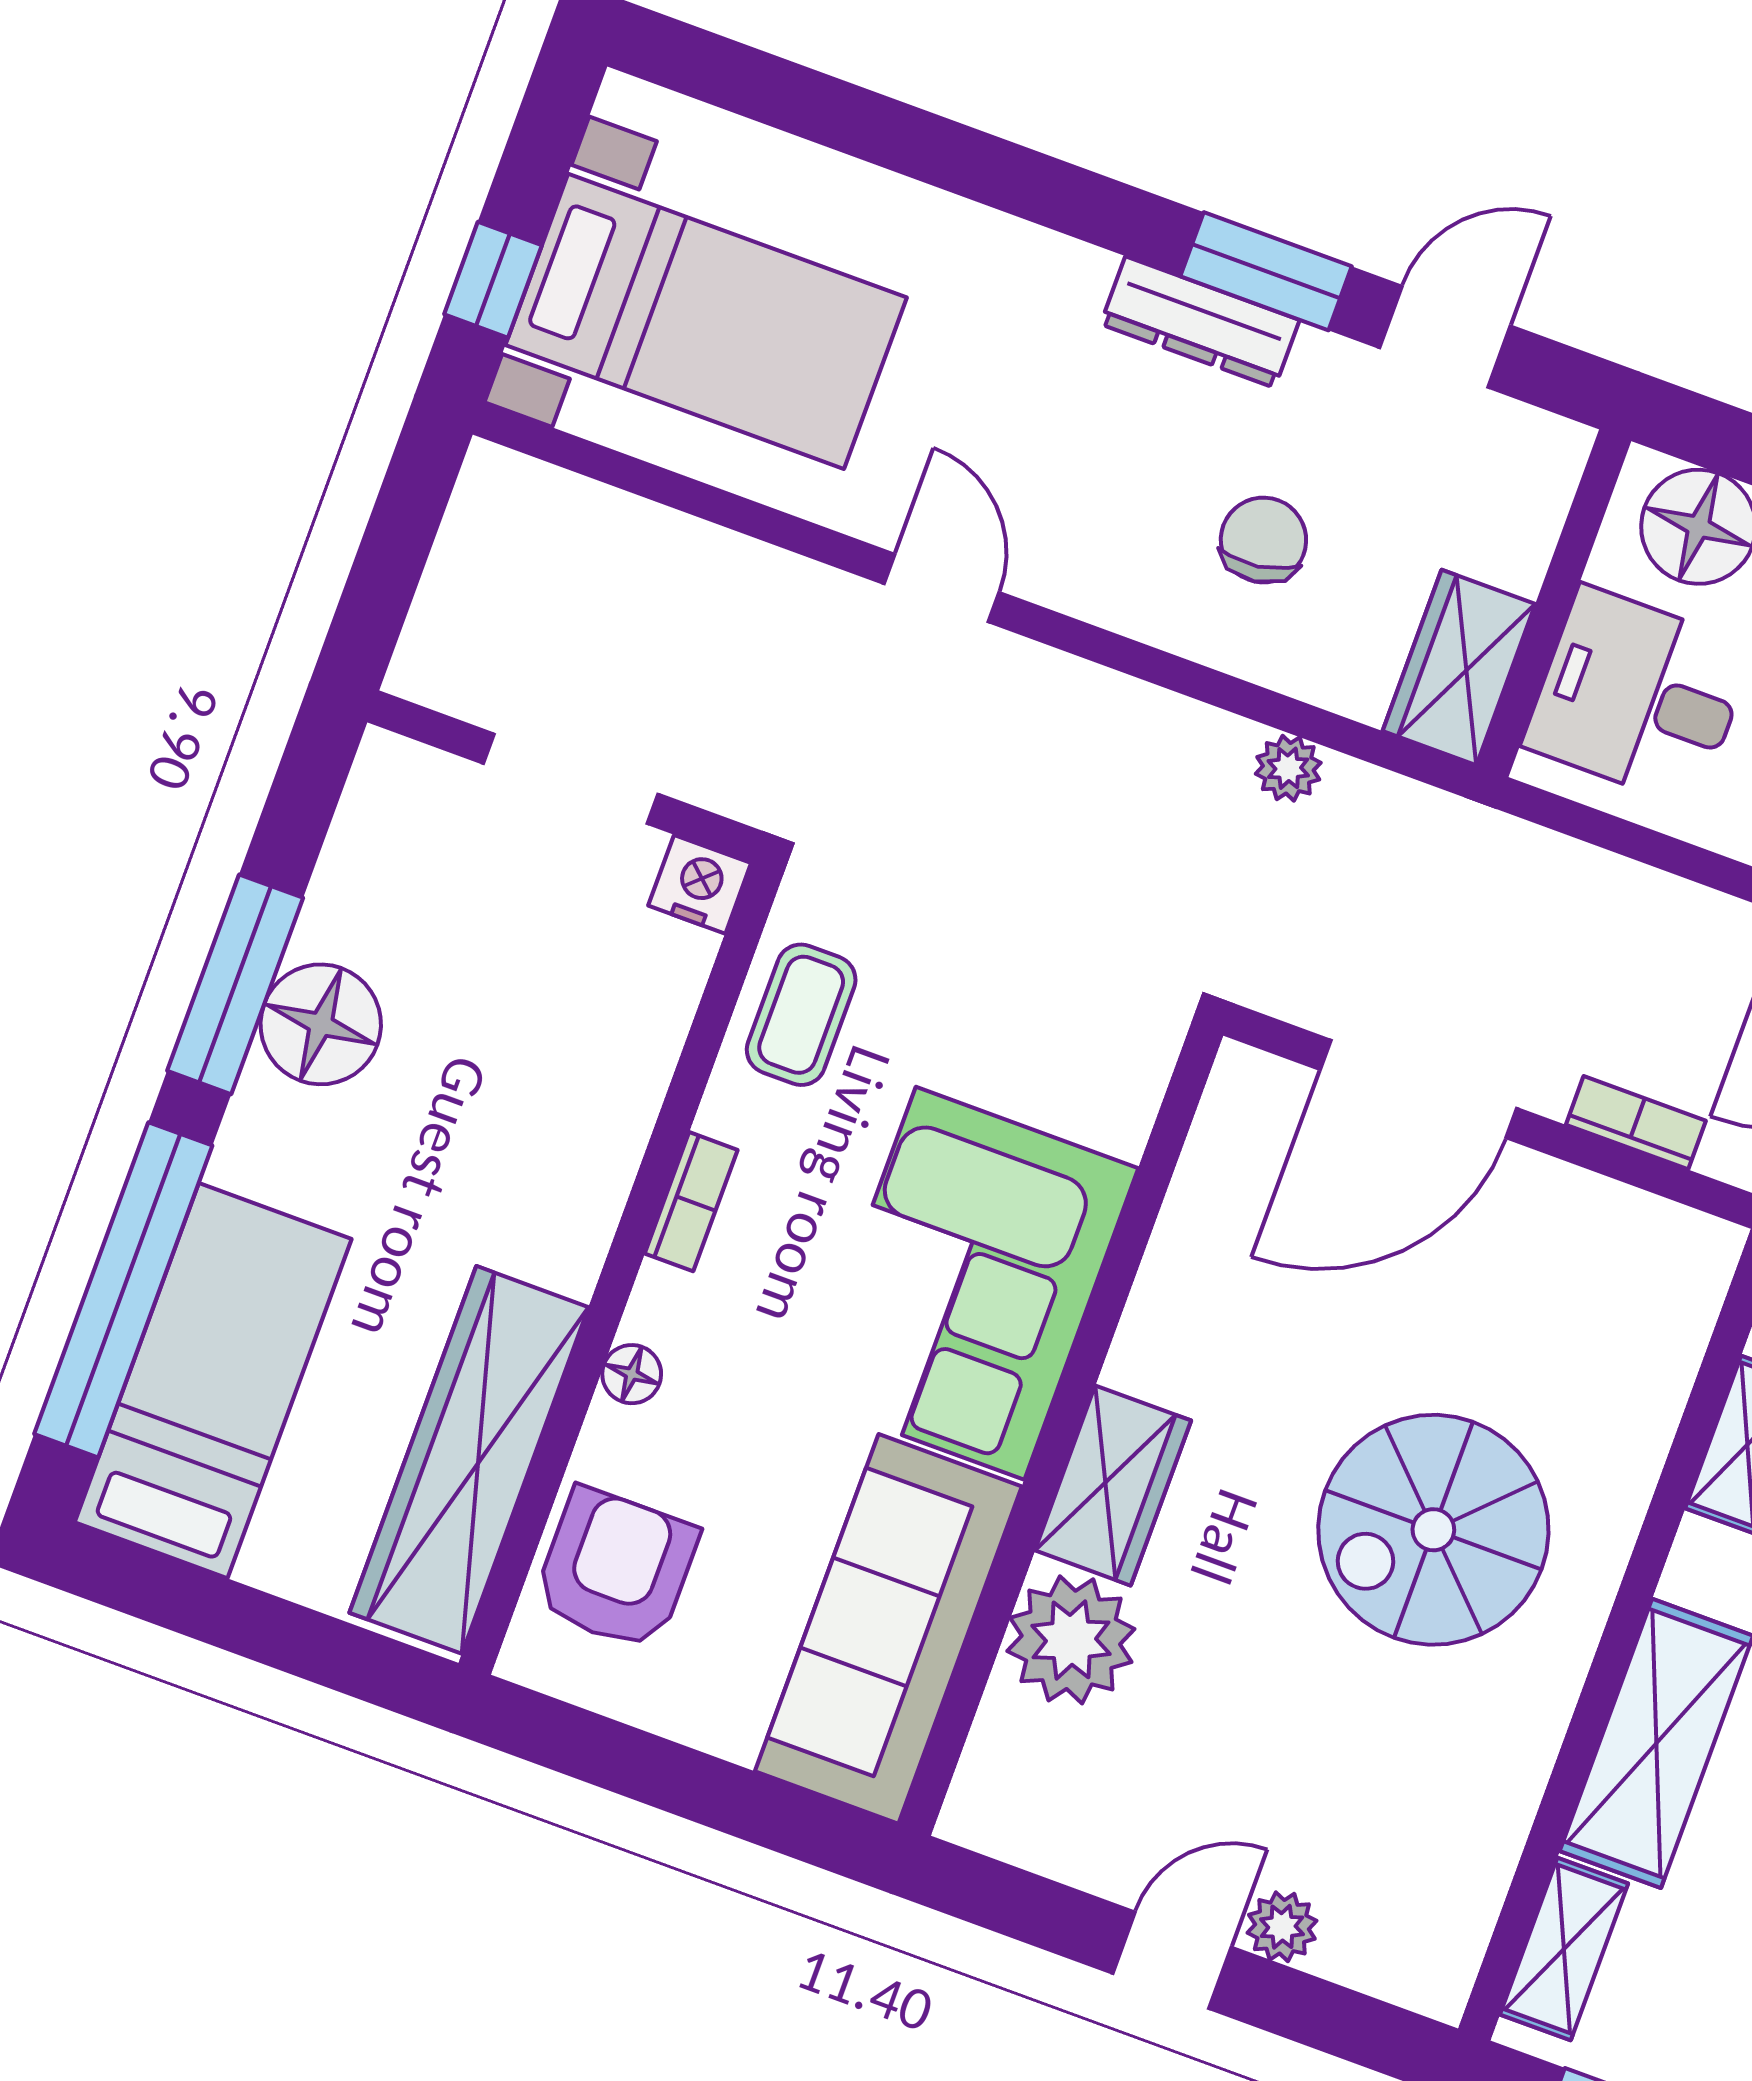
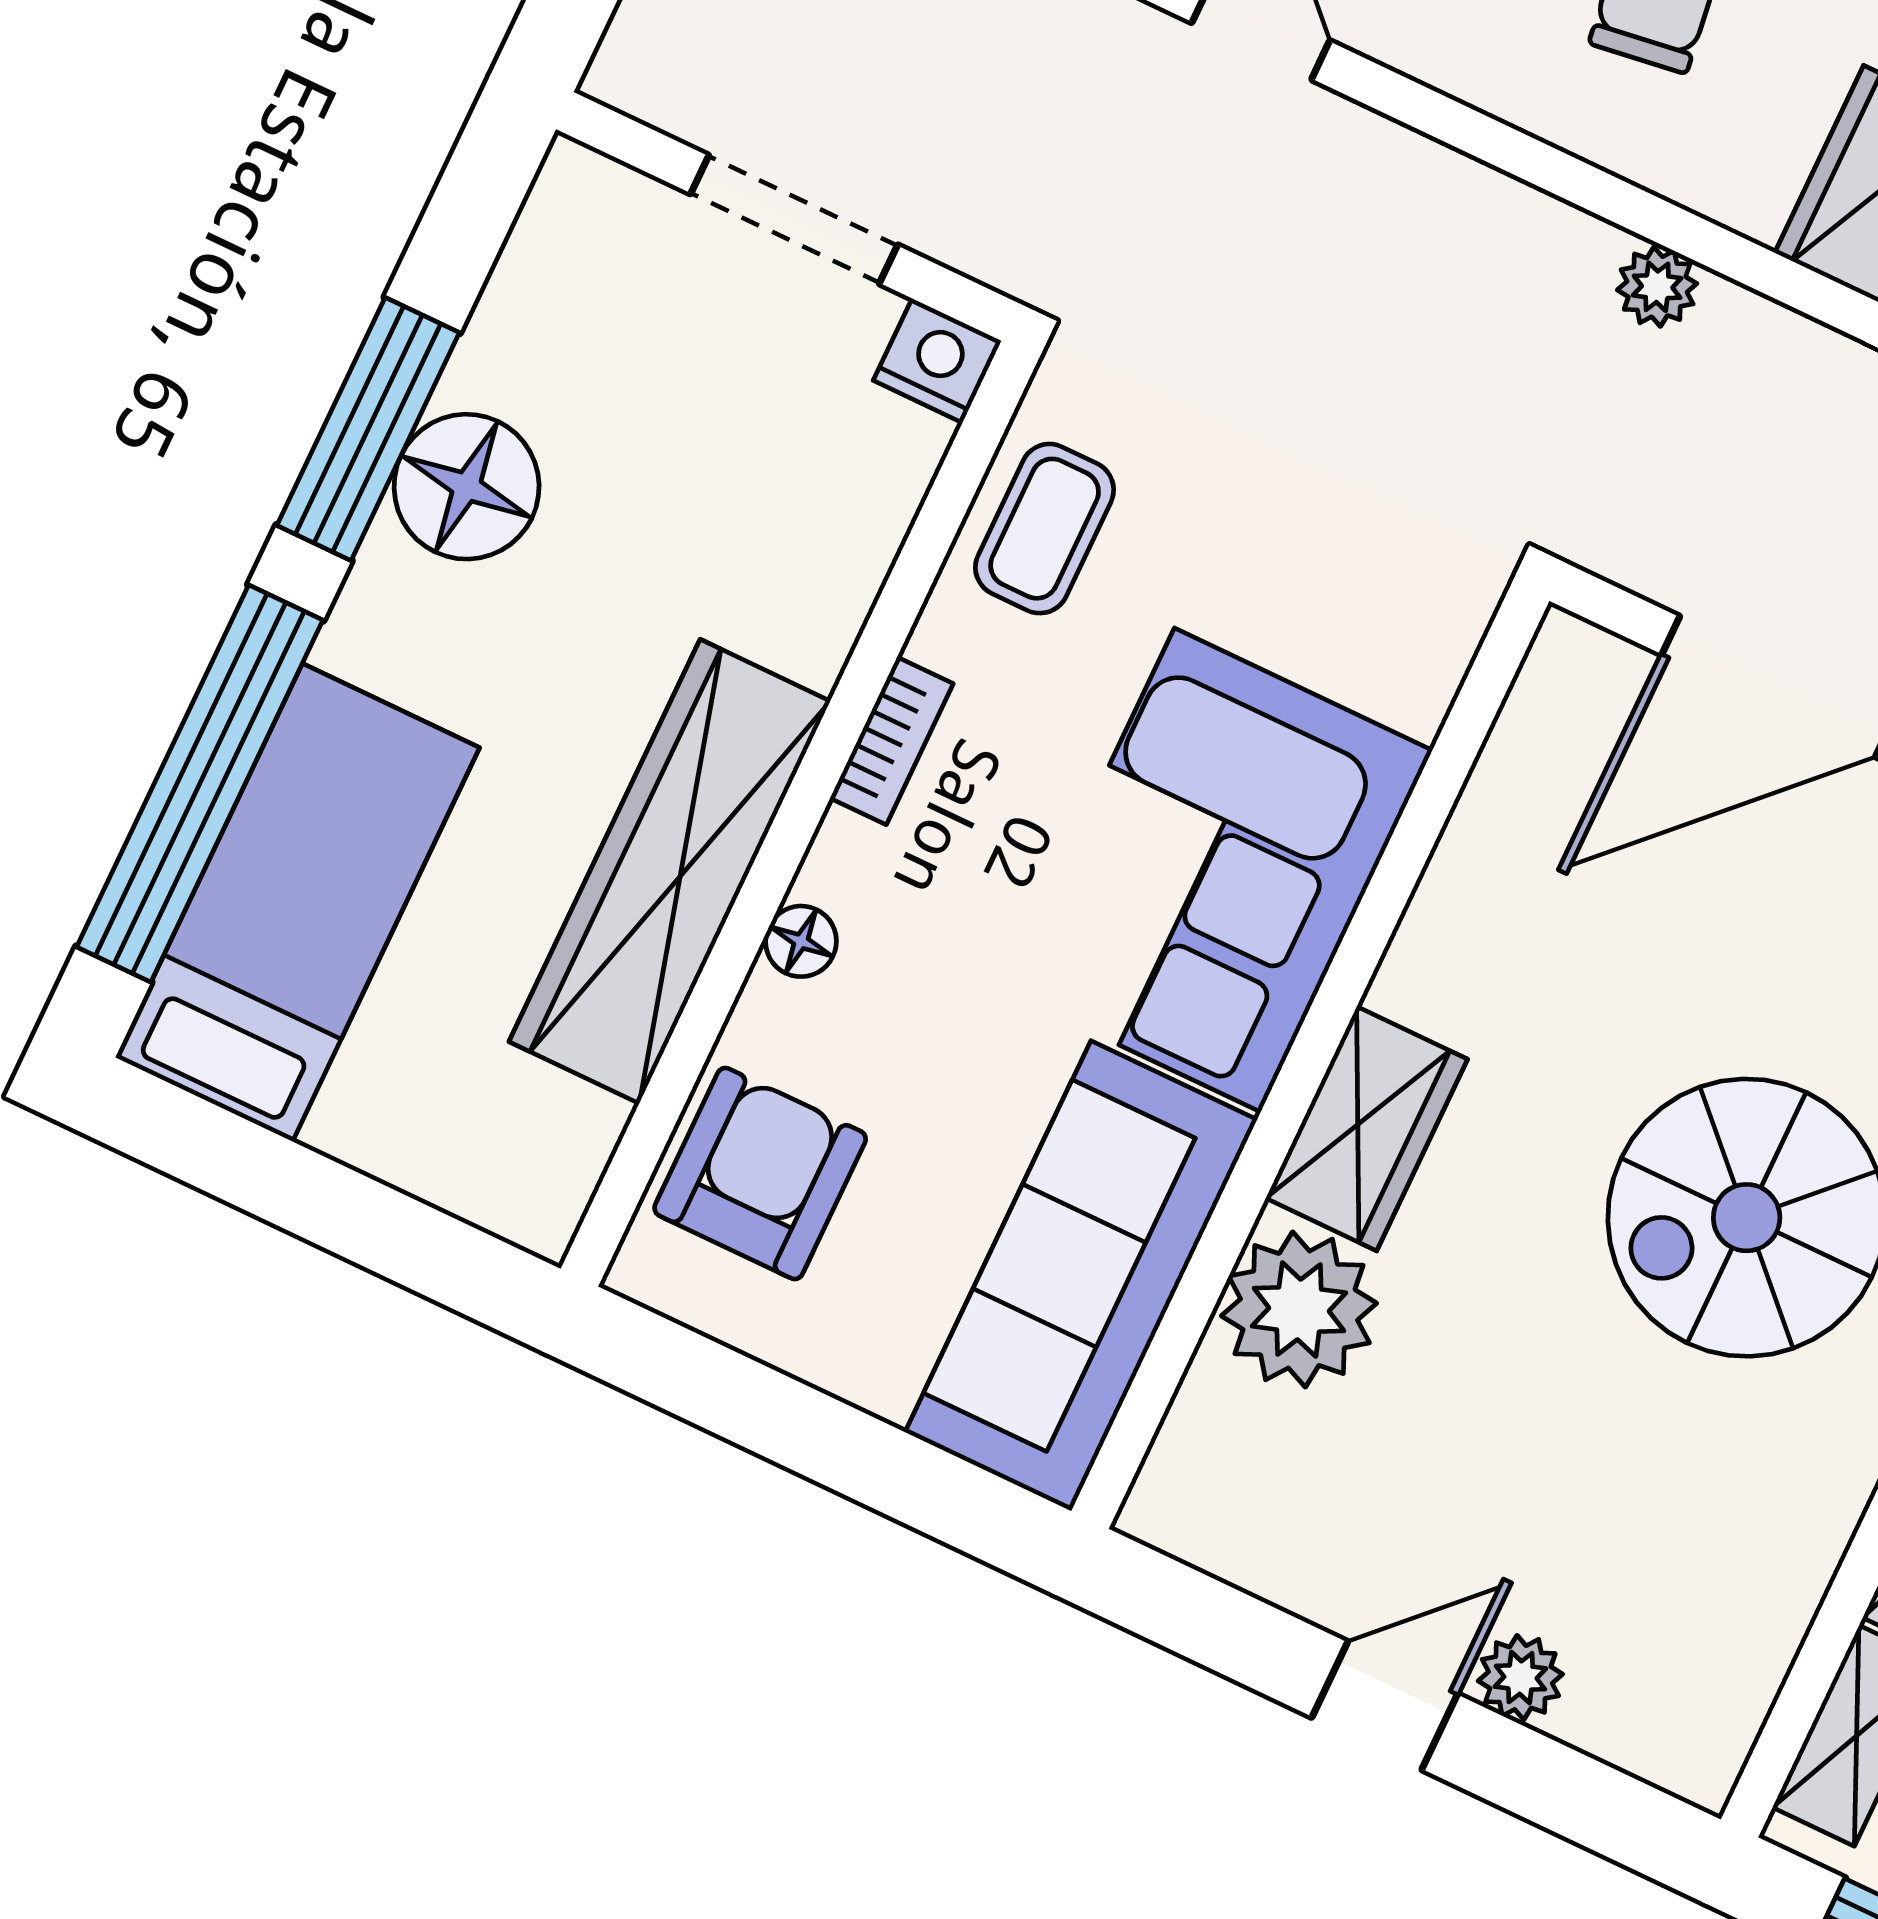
wardrobe: (469, 1460) -> (670, 871), moved

